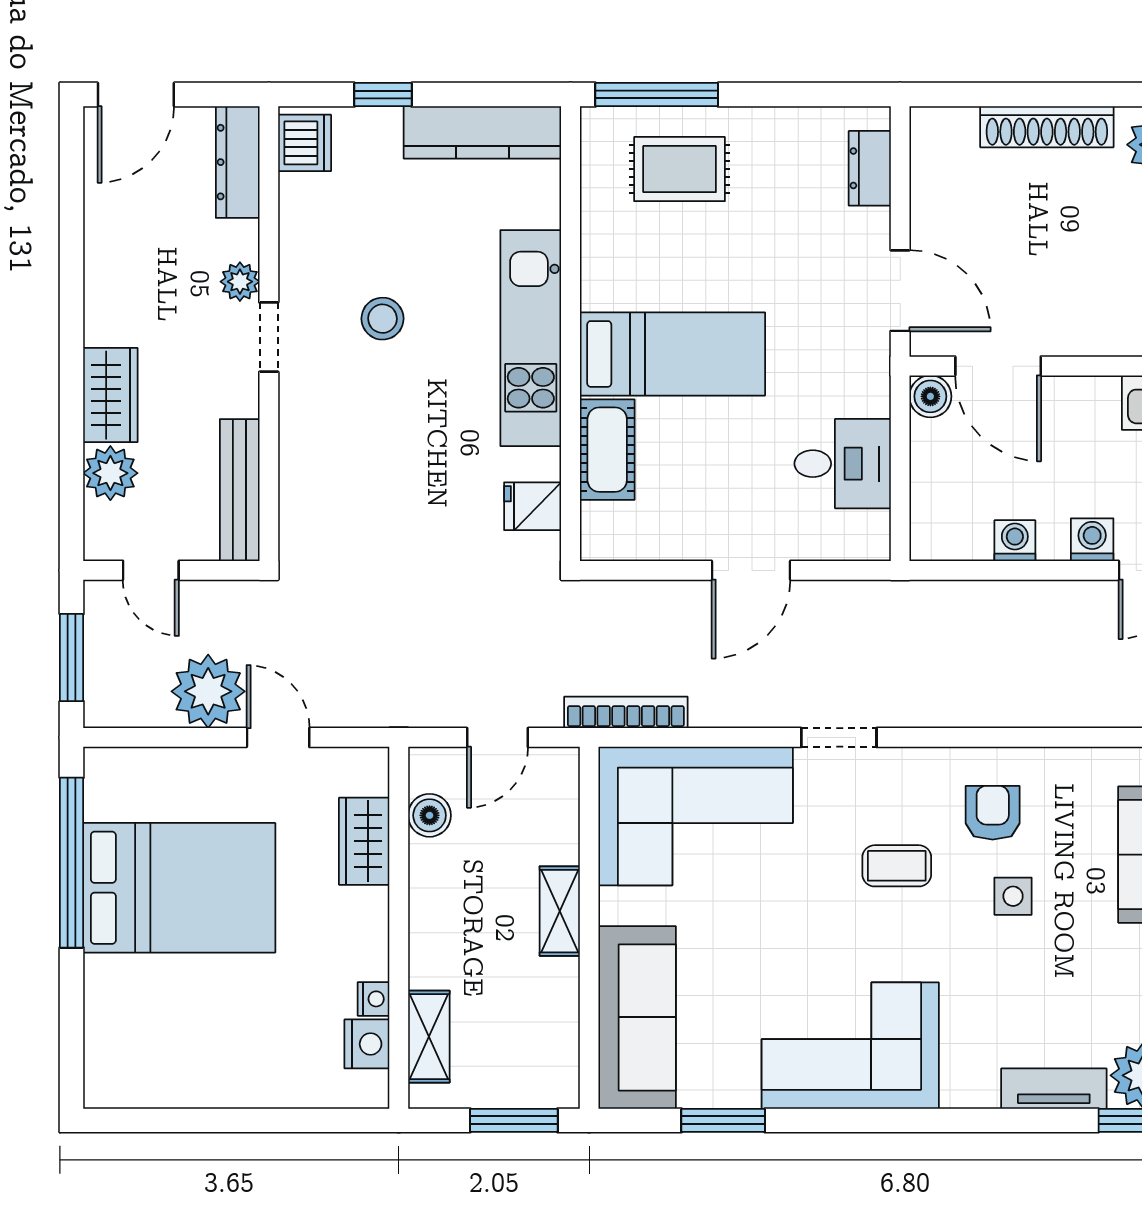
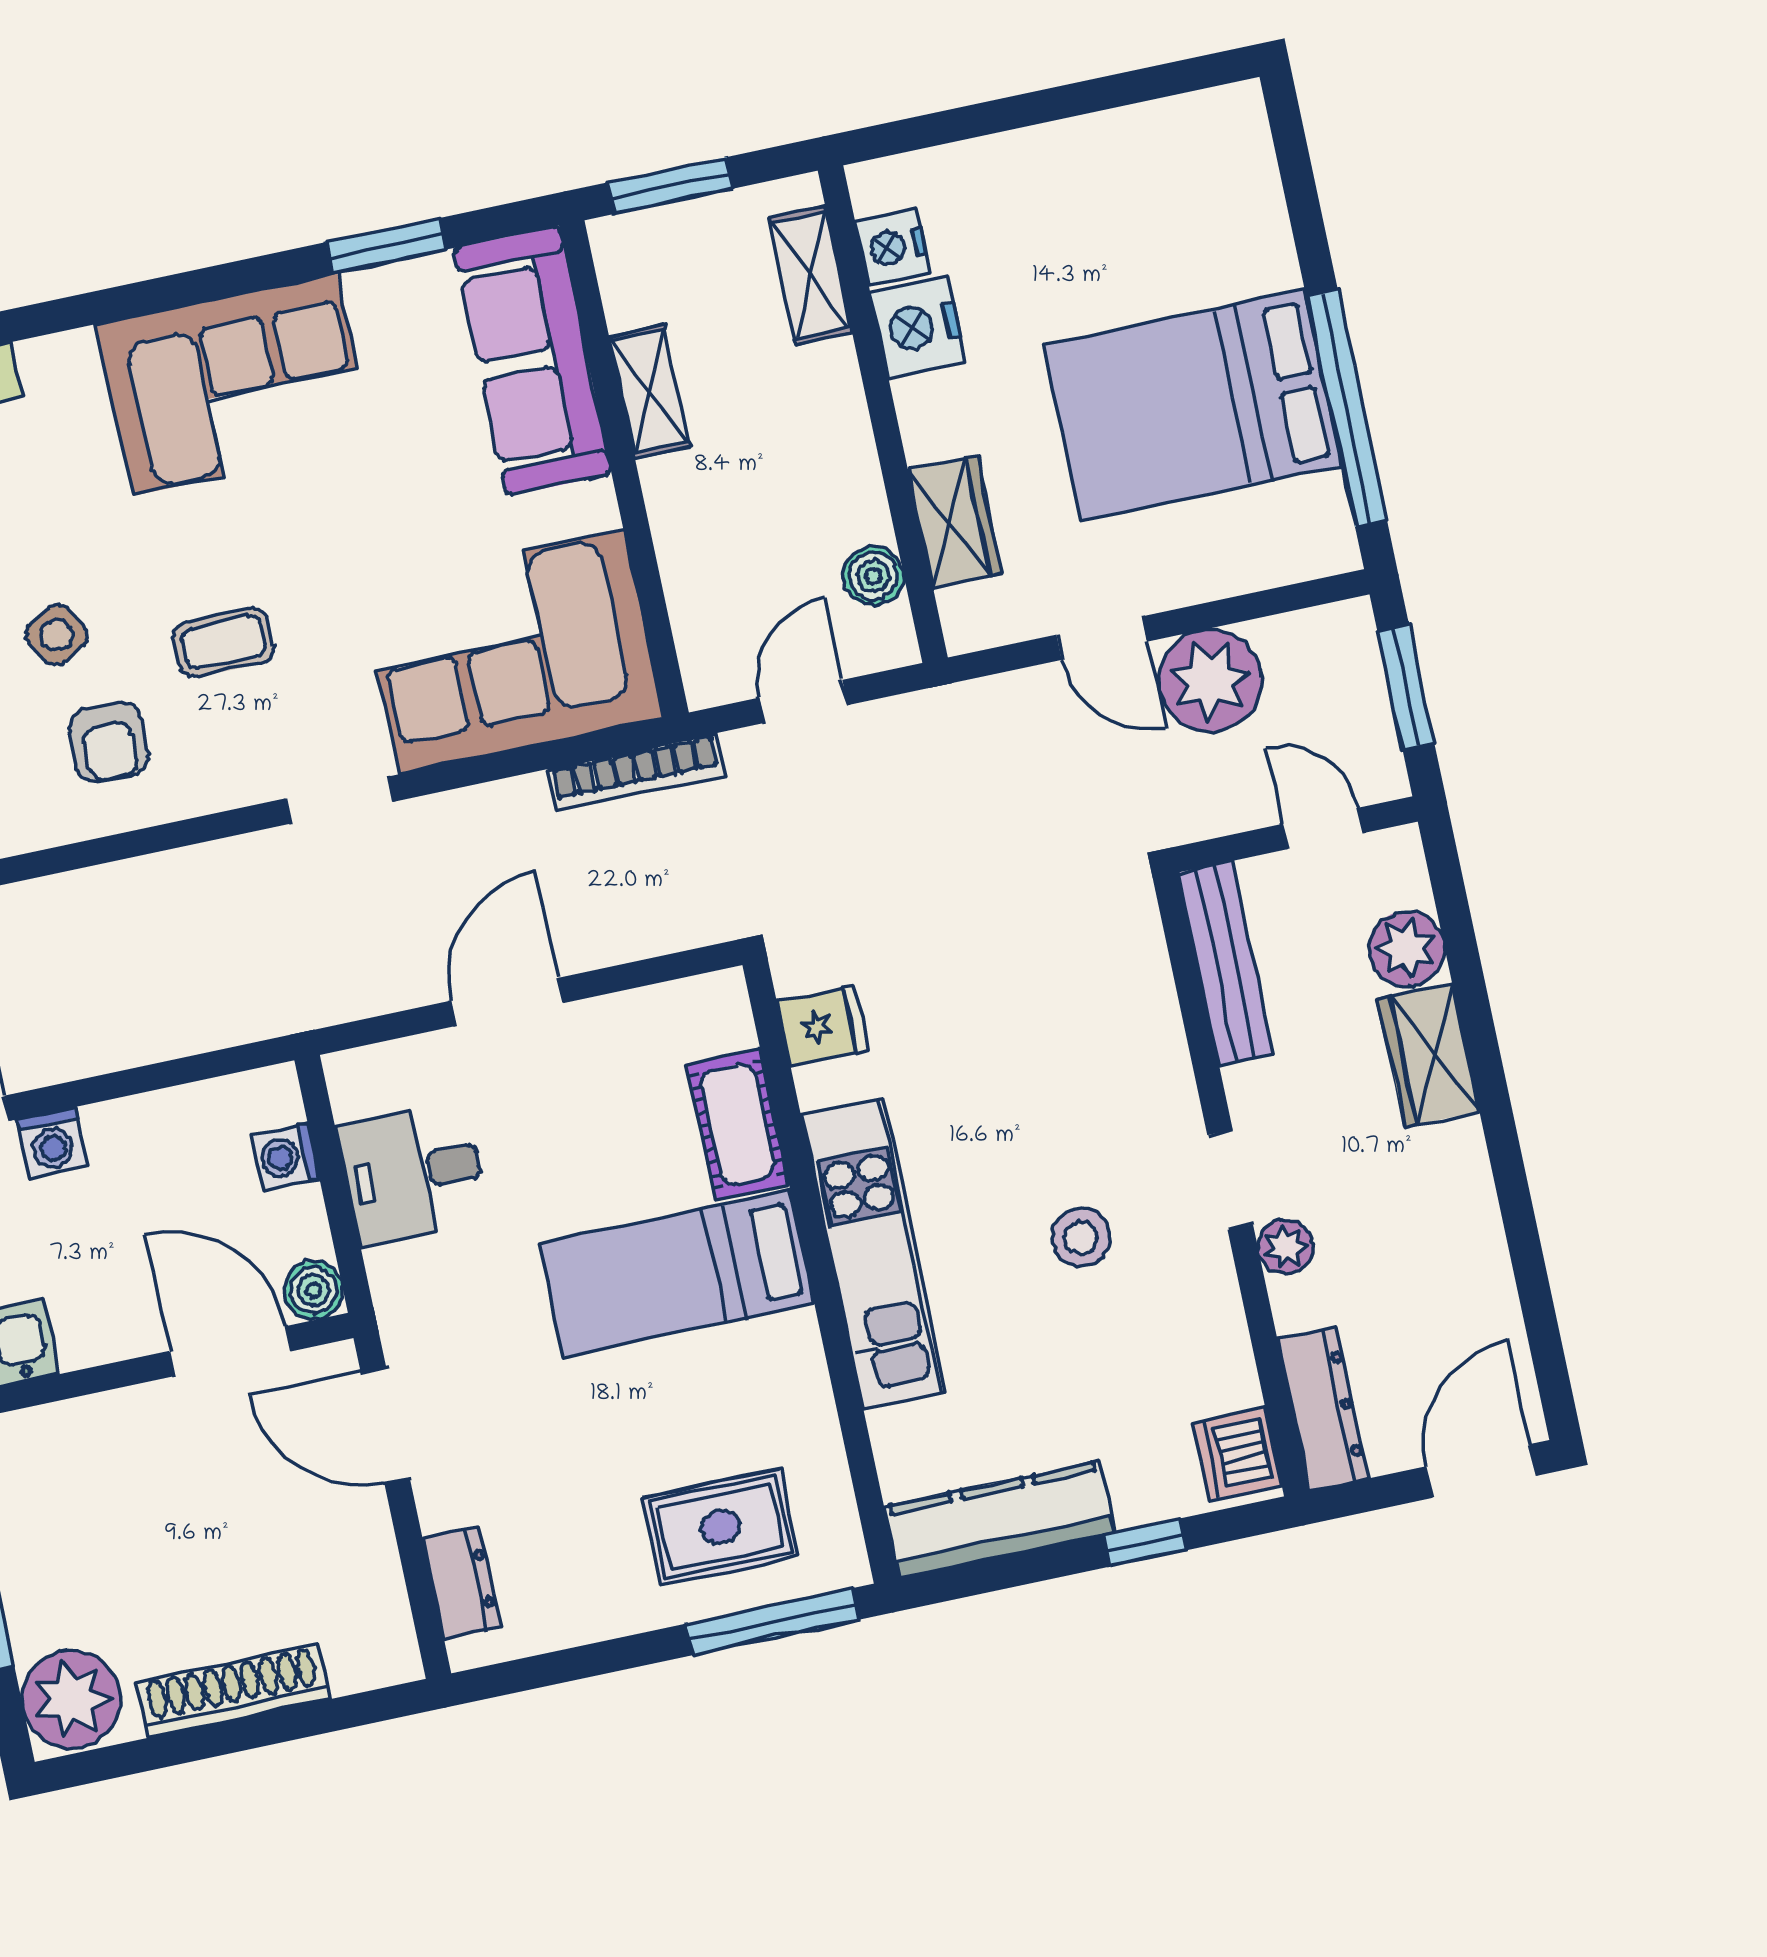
washing machine: (1015, 541) -> (286, 1157), moved, turned 90
side table: (1013, 896) -> (57, 635), turned -30
shelving: (560, 911) -> (649, 392), moved
nightstand: (374, 999) -> (918, 327), width x1.89, depth x1.79

